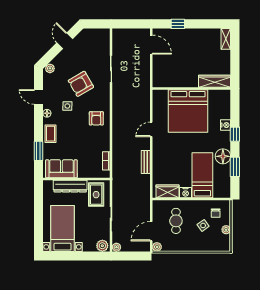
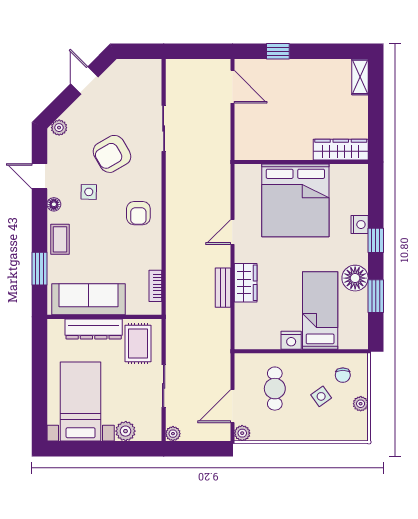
sofa: (61, 169) -> (88, 299), width x1.36
wardrobe: (167, 191) -> (246, 283), moved, turned 90
plant: (102, 246) -> (126, 431), moved

